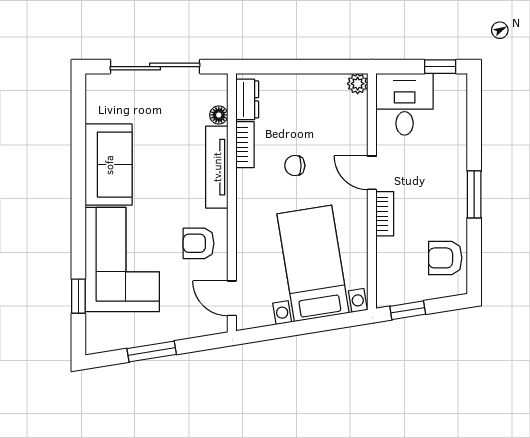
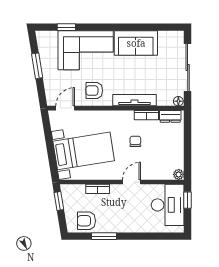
window: (440, 67) -> (188, 200), moved
desk: (405, 104) -> (168, 205), width x1.37
floor lamp: (219, 115) -> (178, 101), moved
window: (474, 194) -> (104, 236), moved
bookcase: (385, 214) -> (98, 189), moved
armchair: (199, 243) -> (94, 91), turned -90
armchair: (445, 258) -> (87, 221), turned -90

